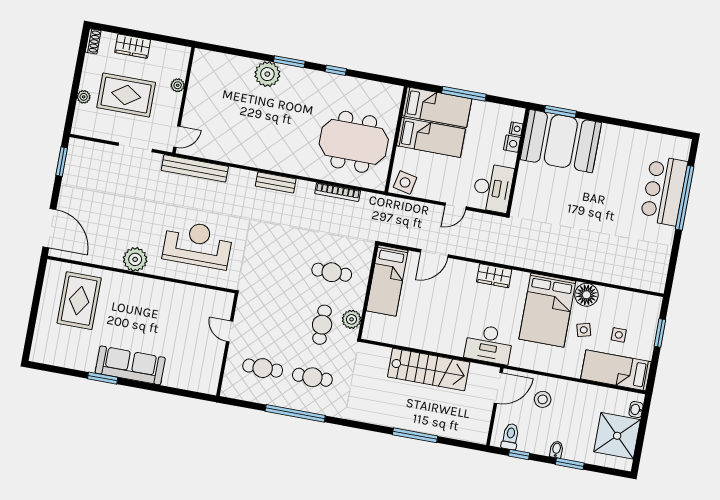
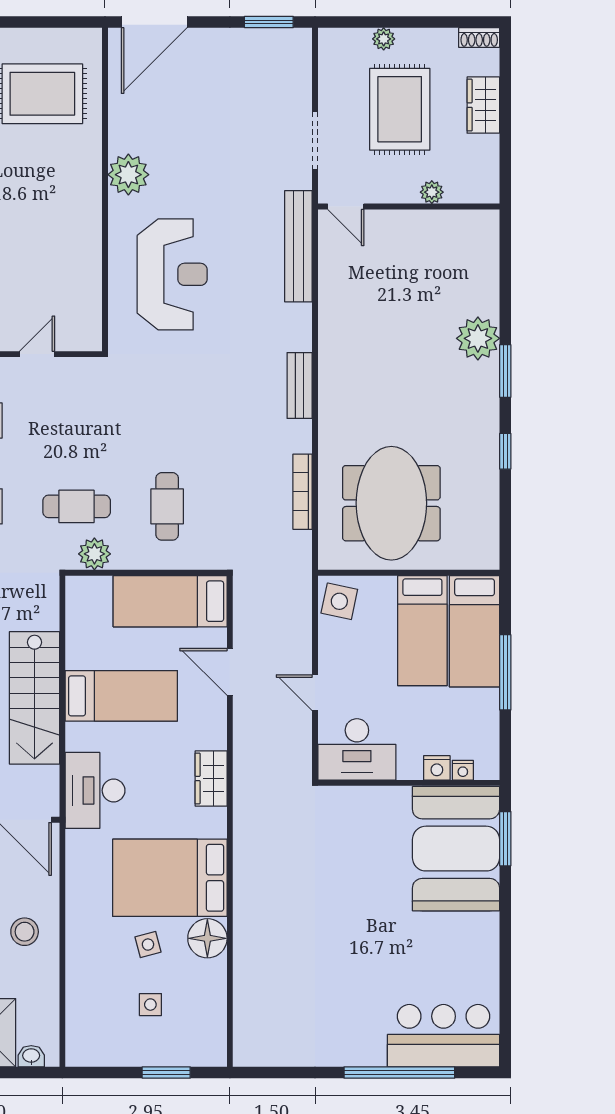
bar counter: (664, 191) -> (444, 1036), moved
bed: (616, 370) -> (121, 696), moved, turned 90
stool: (543, 399) -> (25, 932), moved

